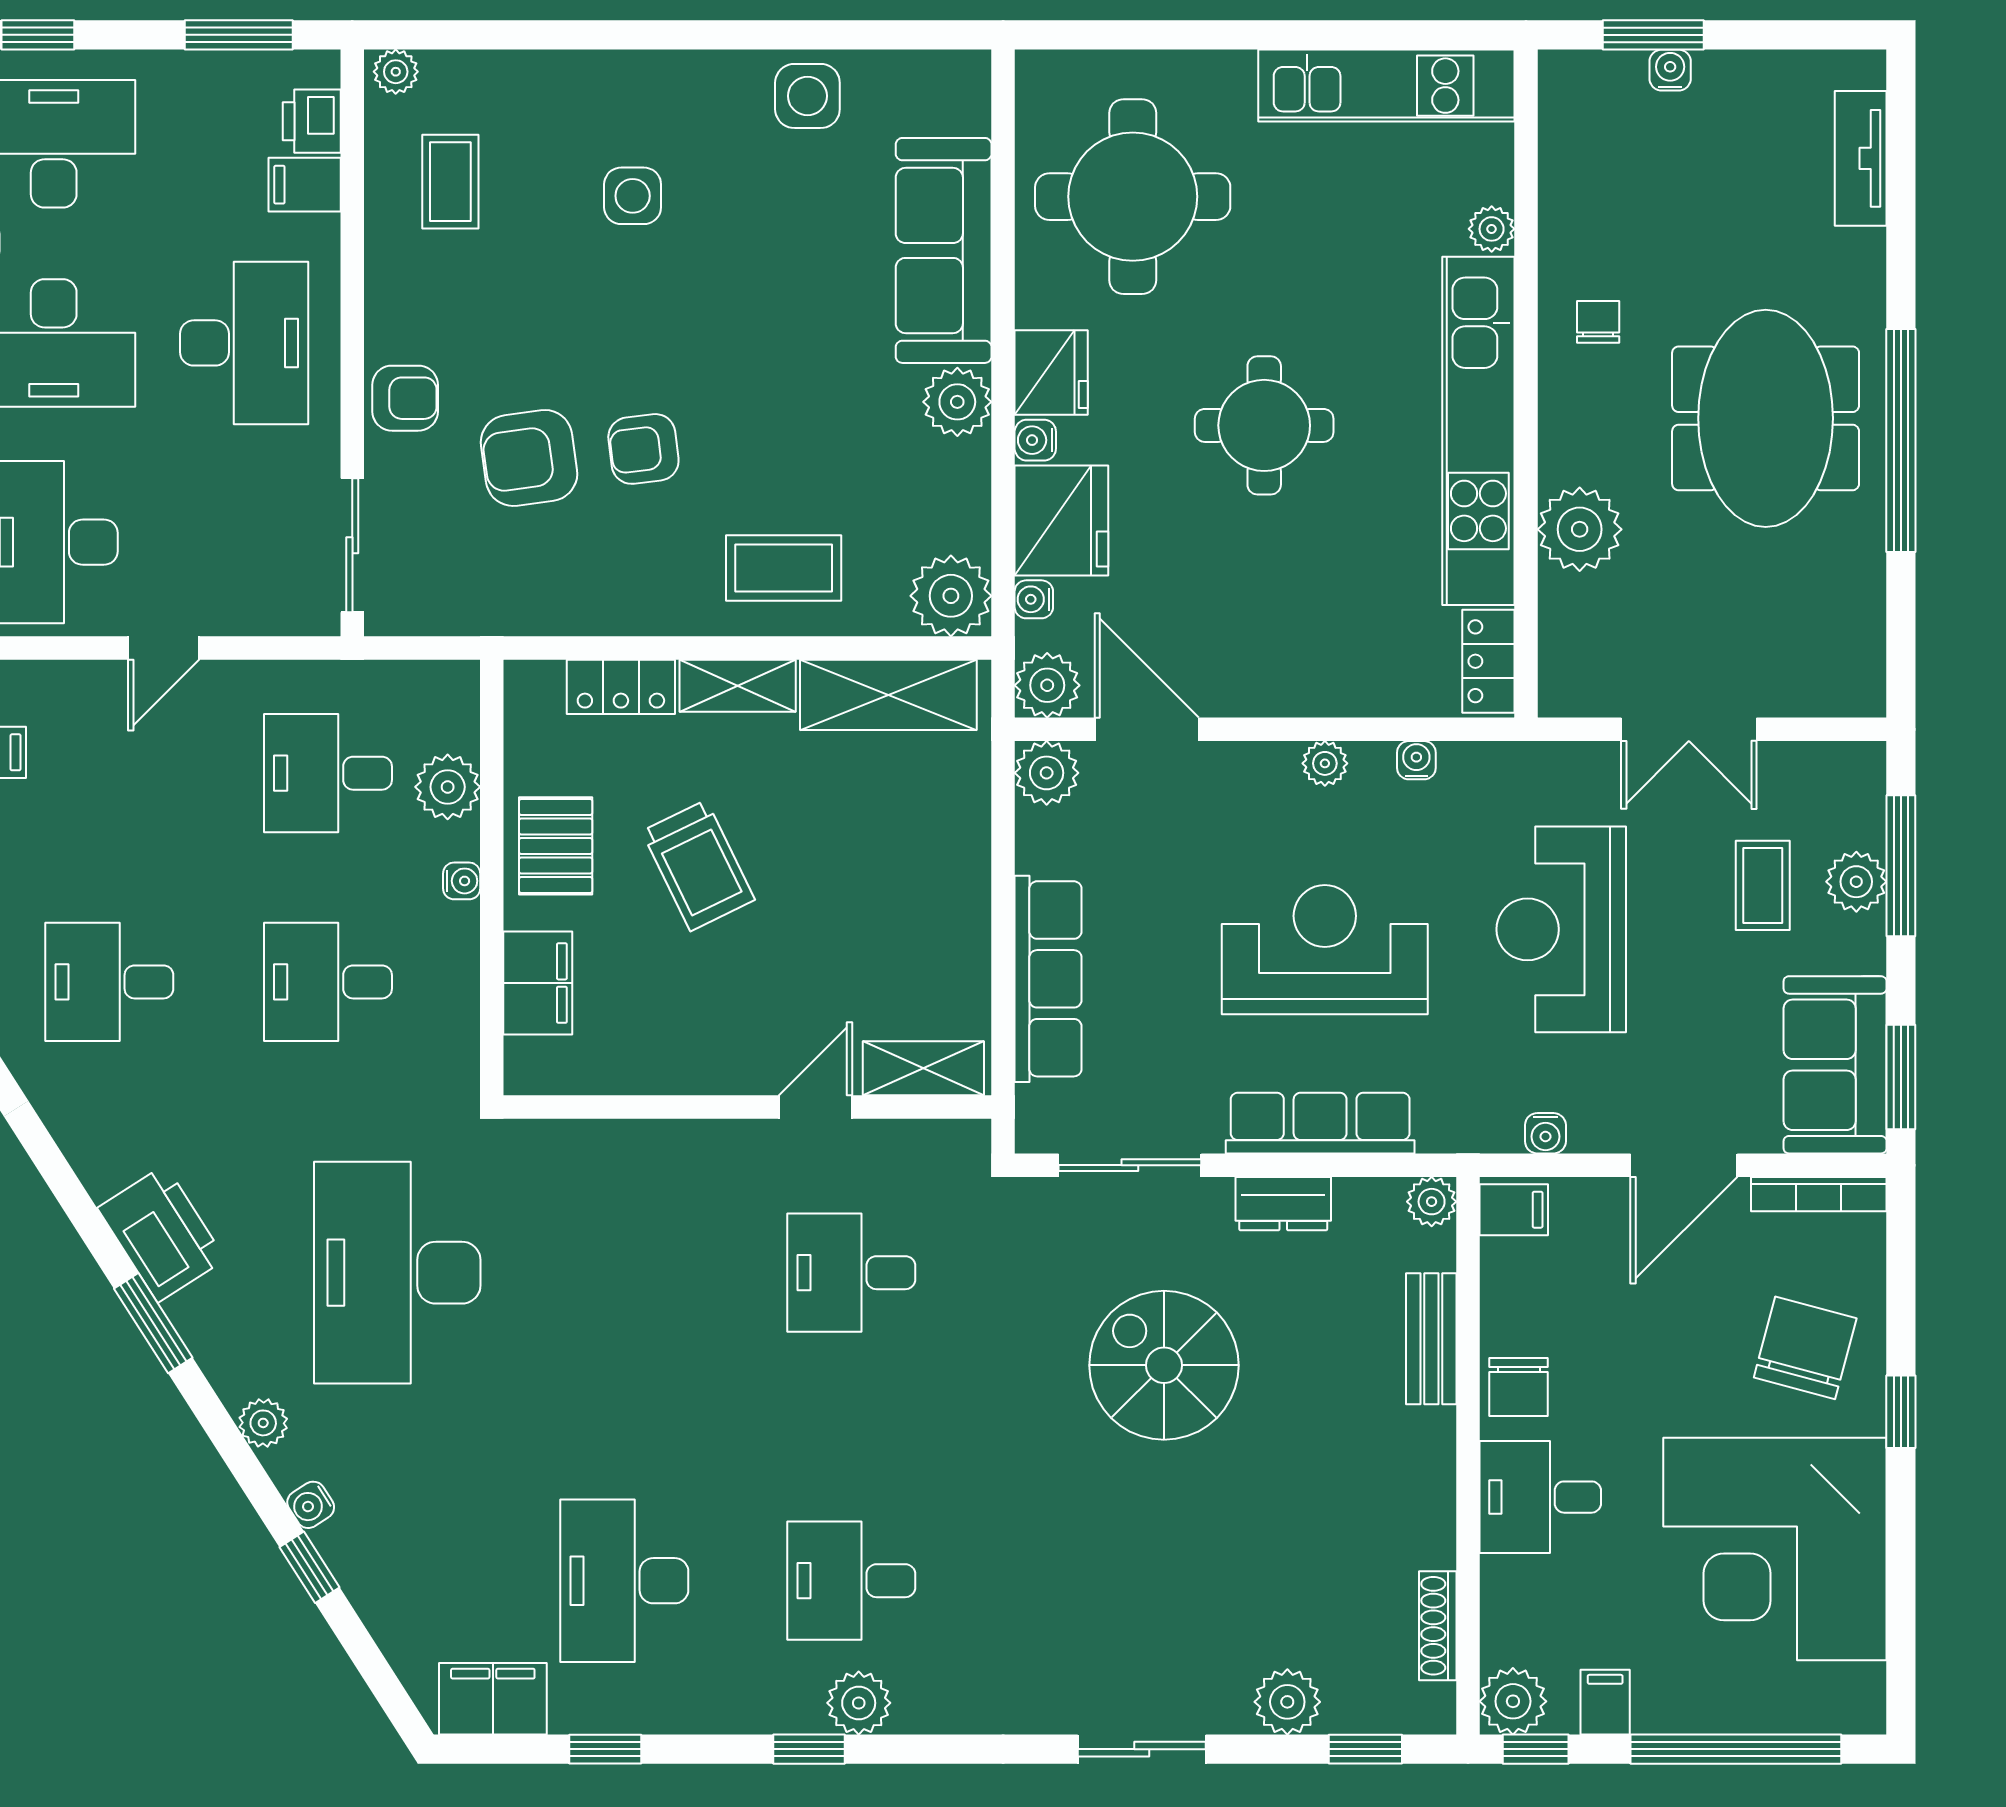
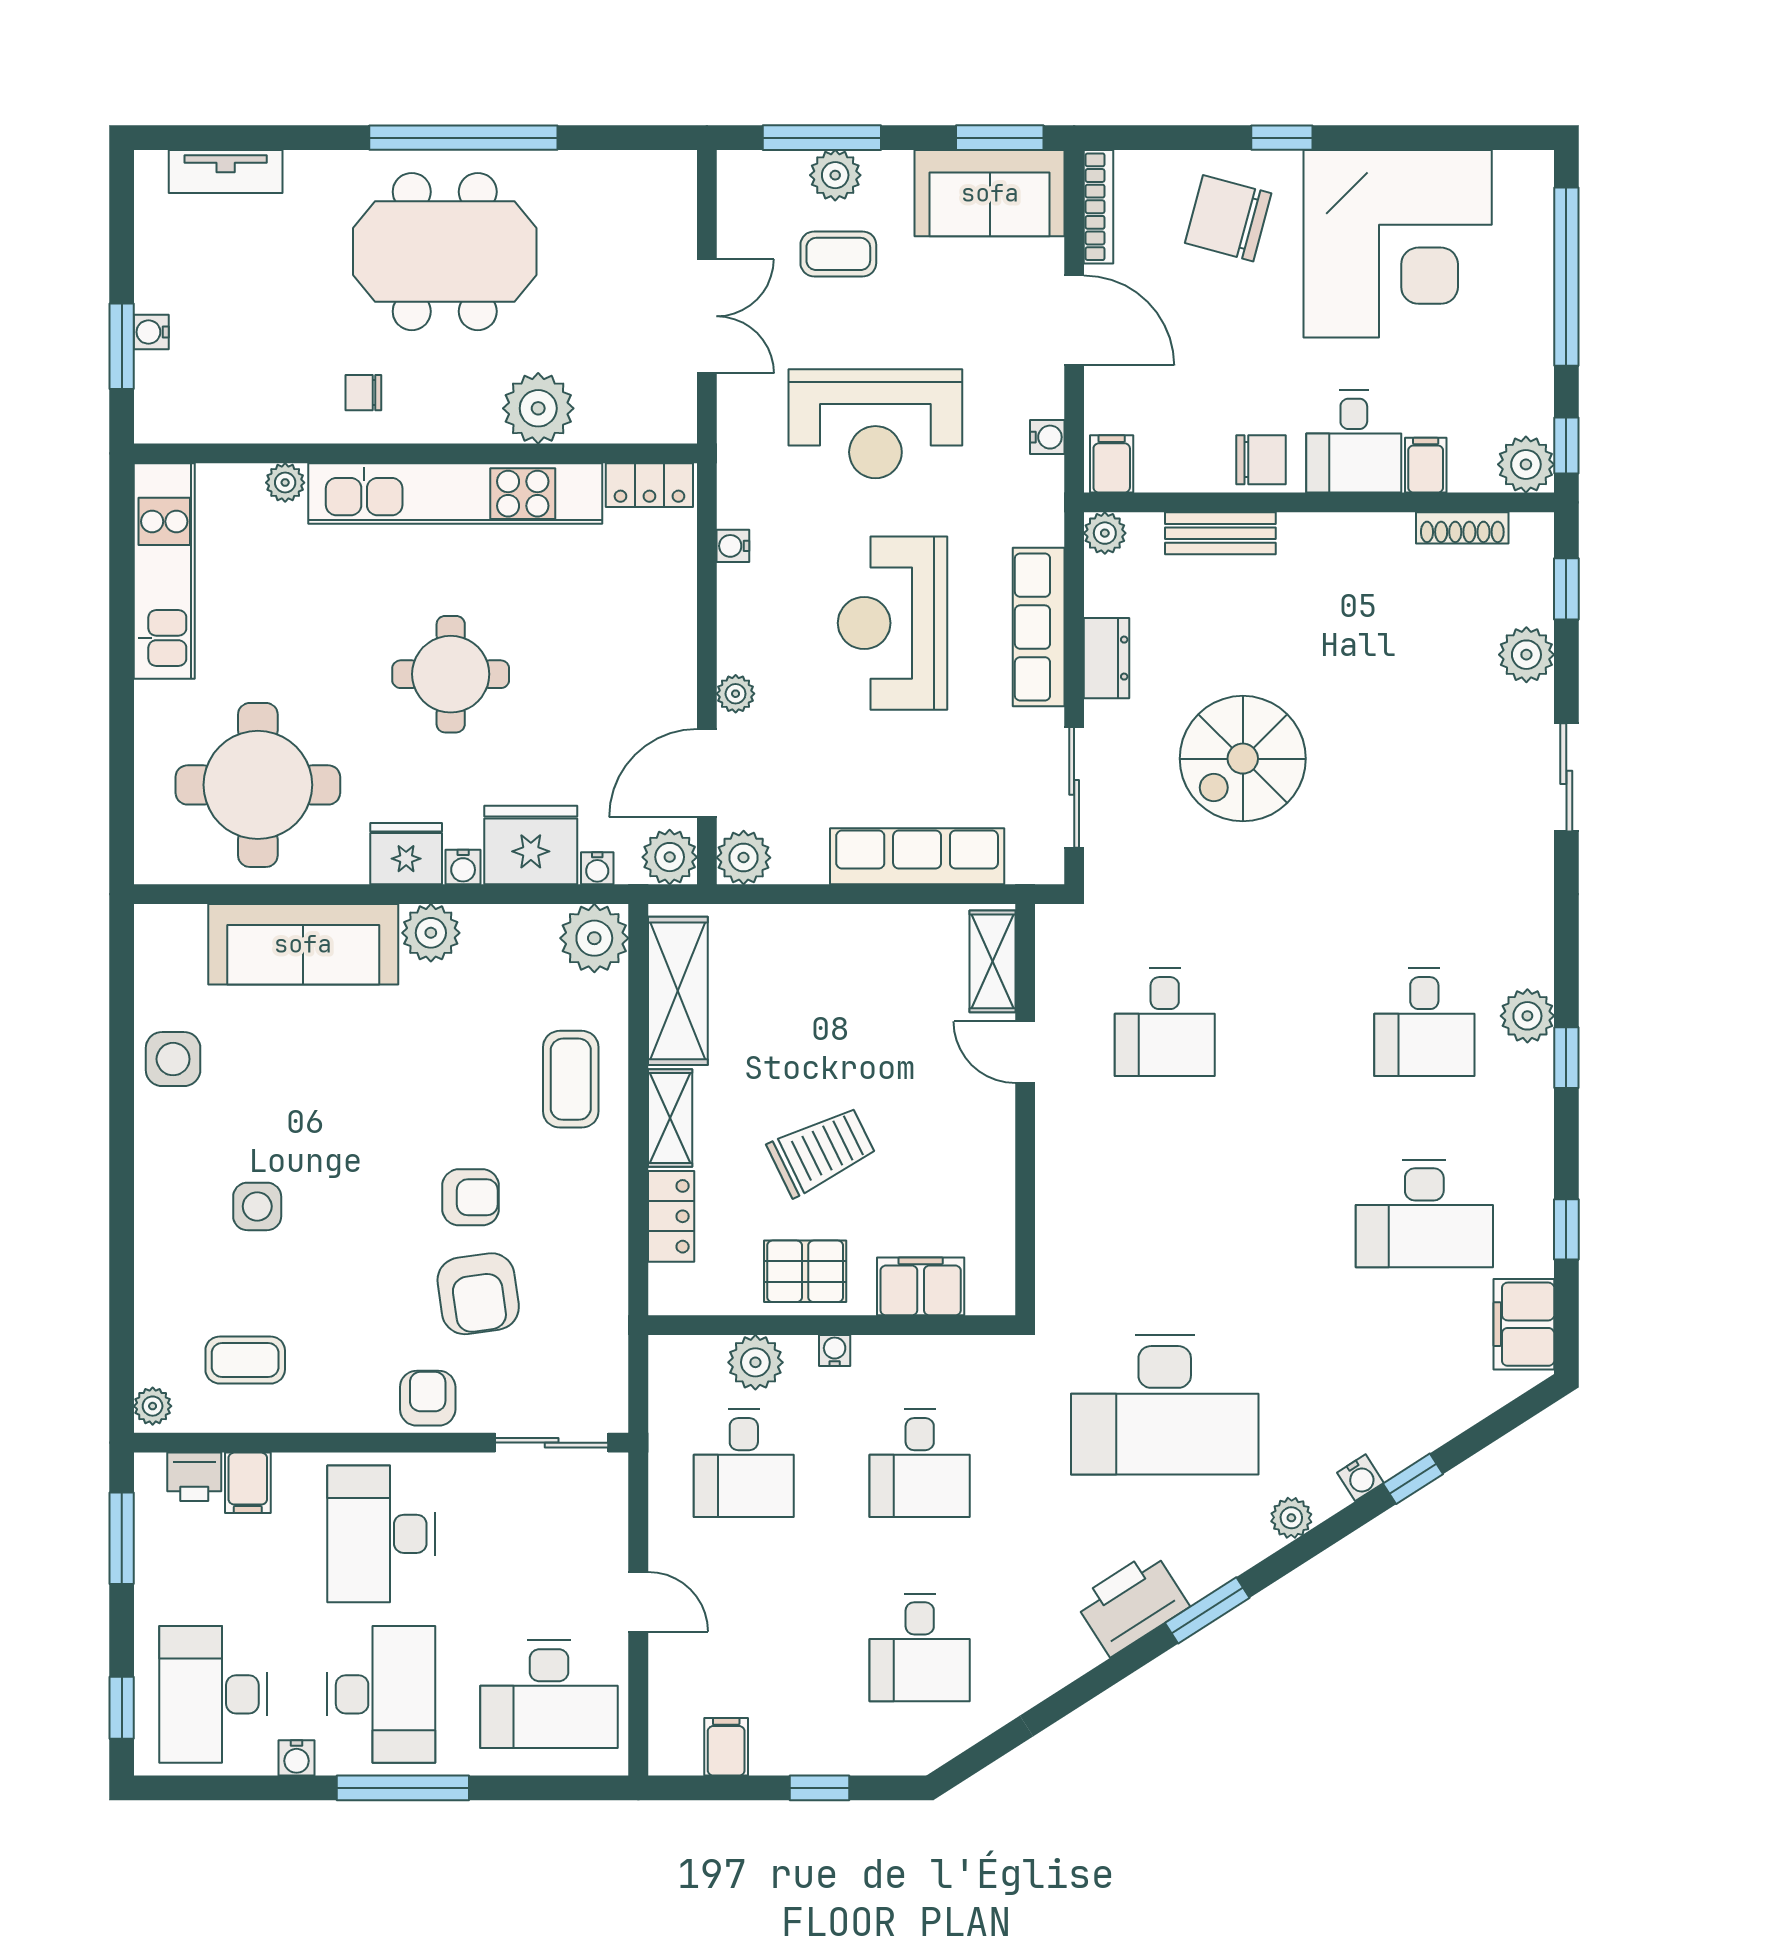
desk: (244, 343) -> (381, 1534), turned -90
armchair: (643, 449) -> (471, 1197), turned -83
plant: (1325, 763) -> (736, 694), moved
filing cabinet: (1605, 1702) -> (1426, 465), moved, turned 90

